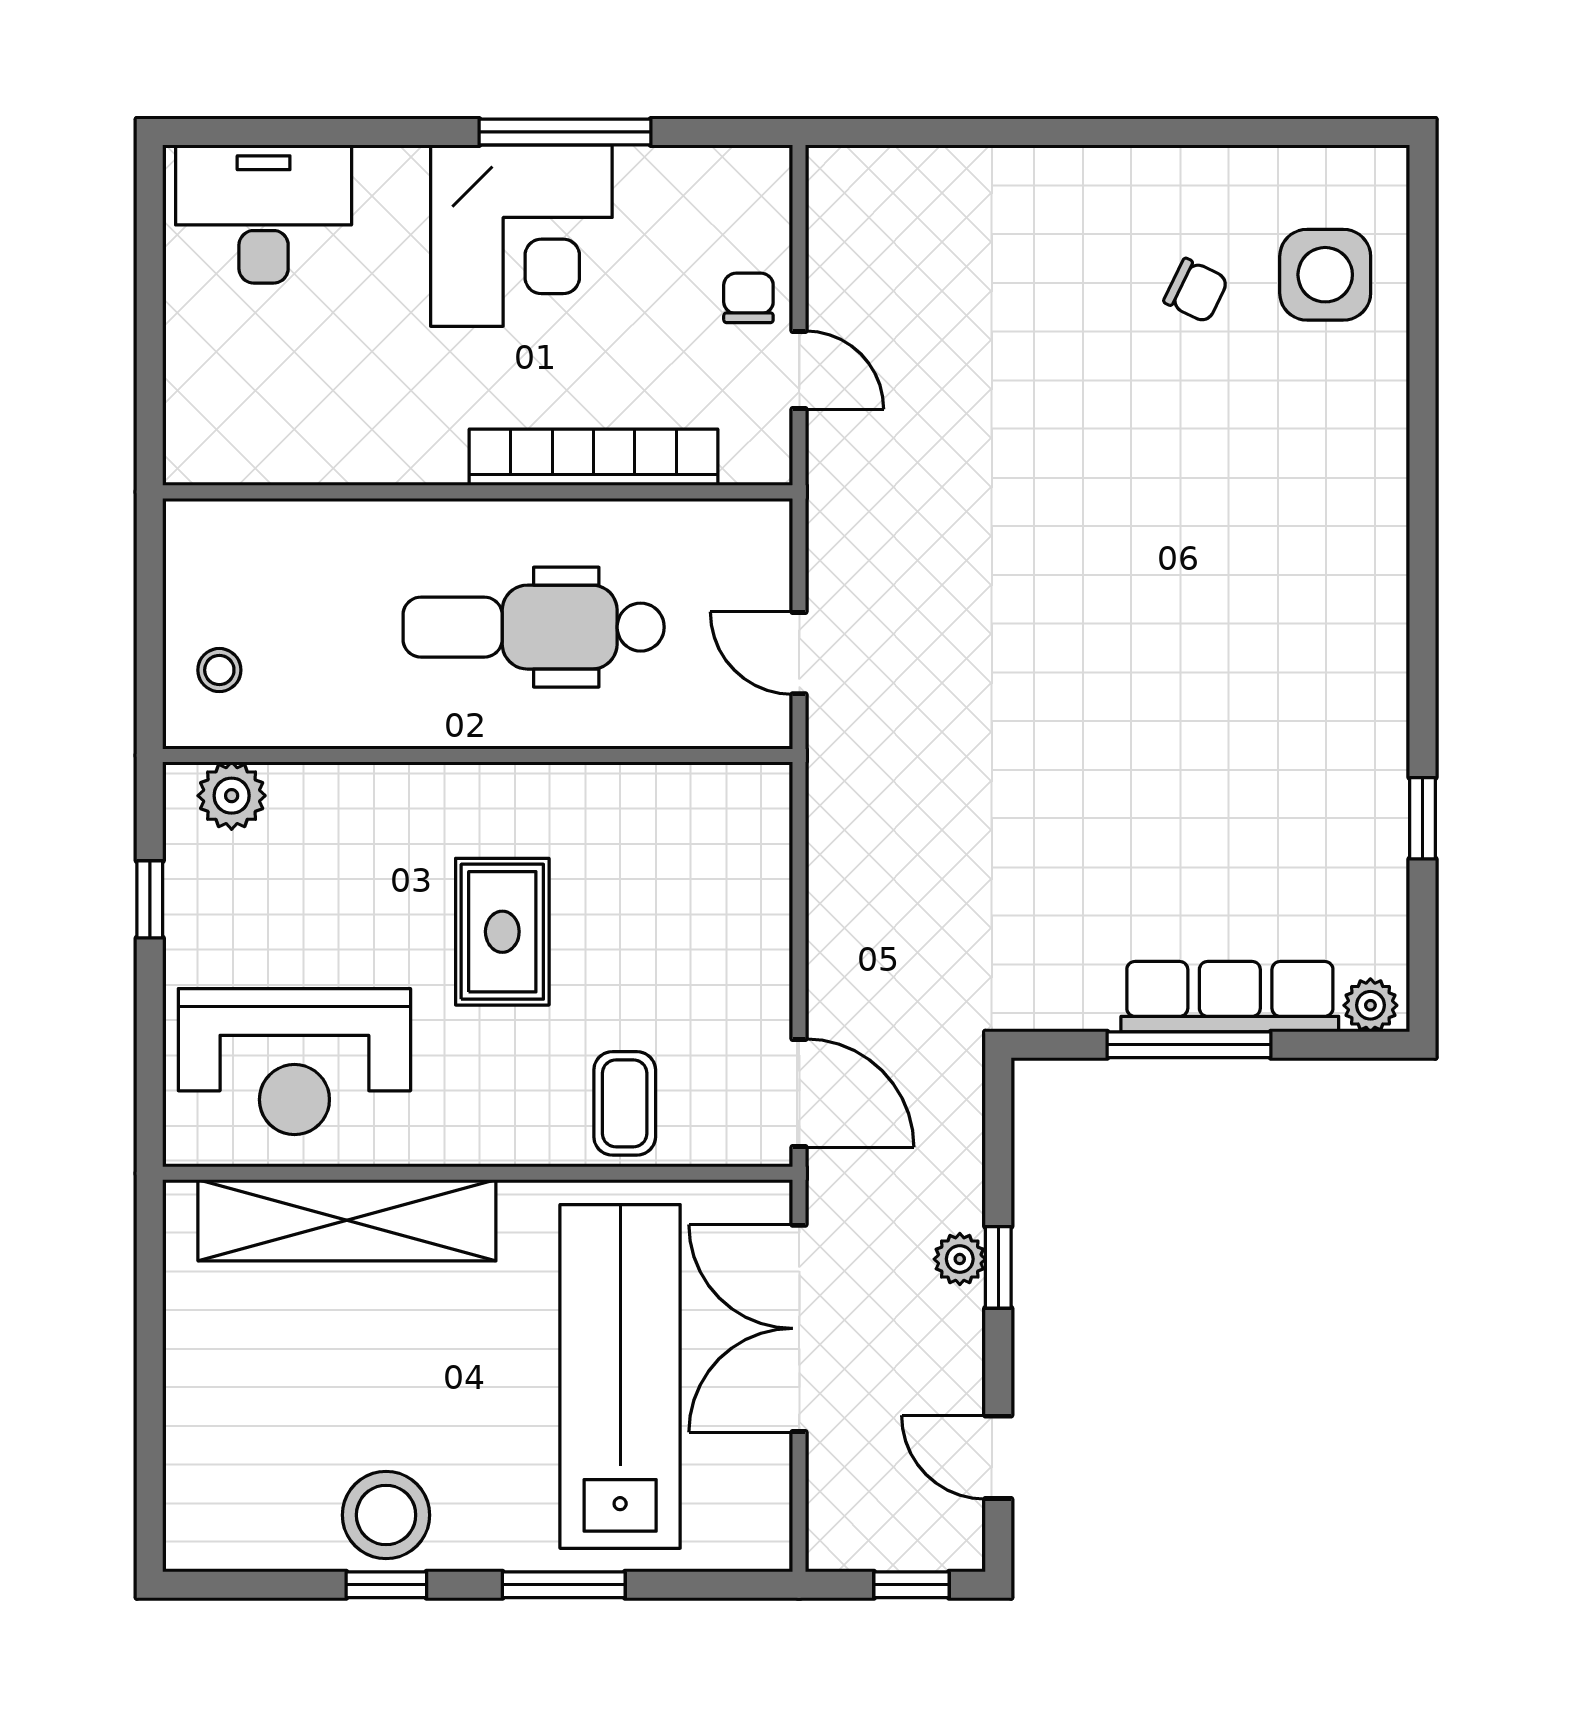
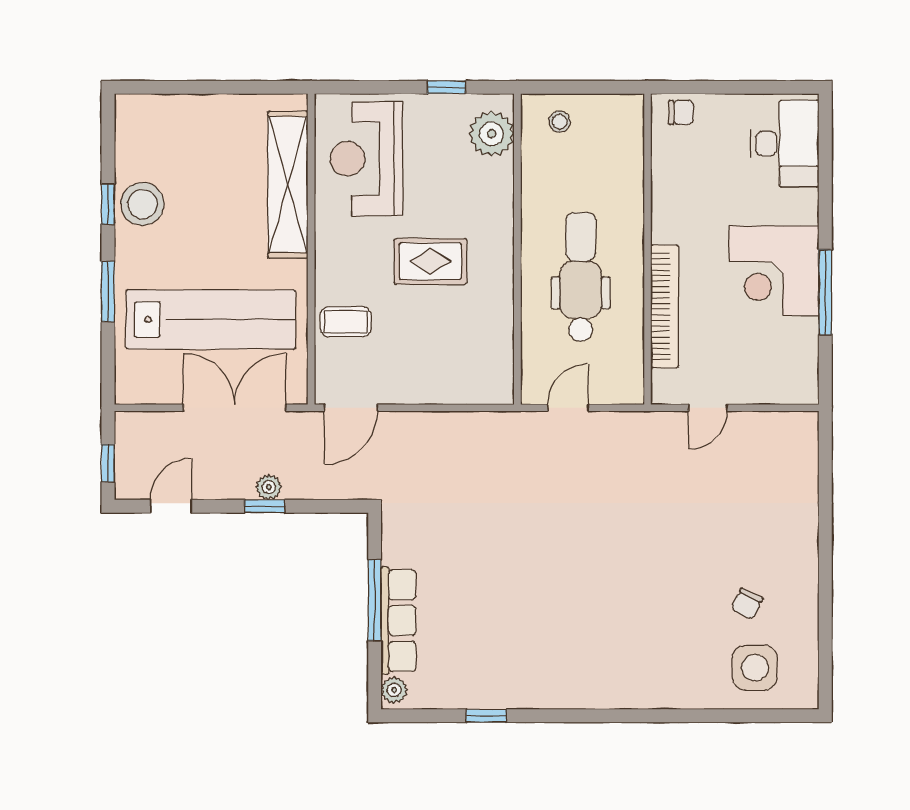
chair: (748, 298) -> (681, 112), moved
plant: (232, 796) -> (492, 134), width x1.36, depth x1.36

